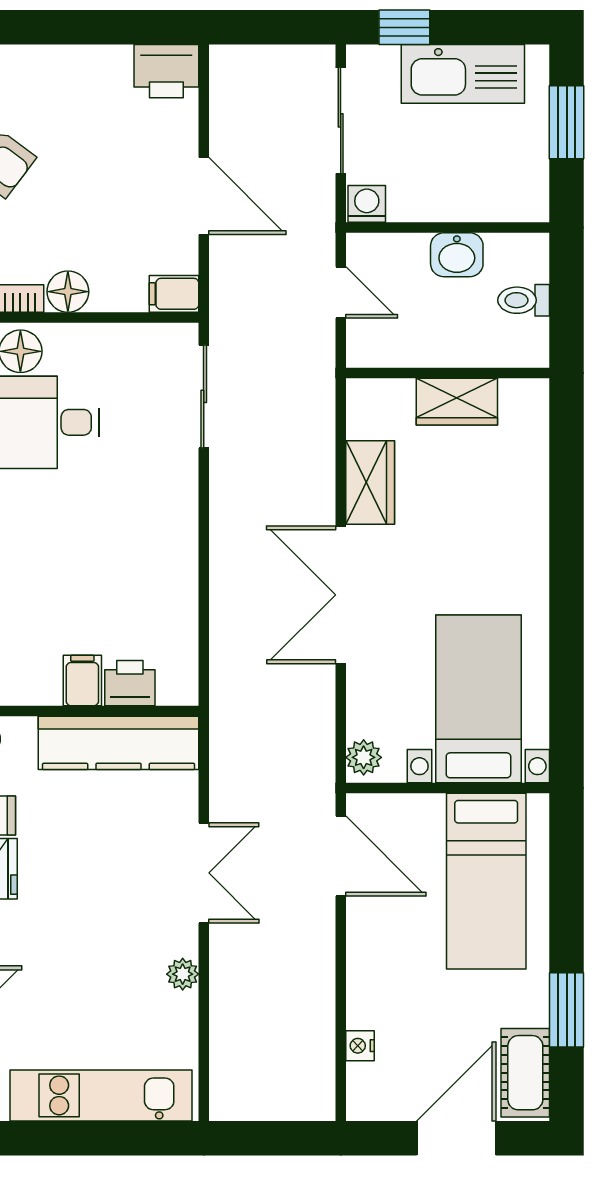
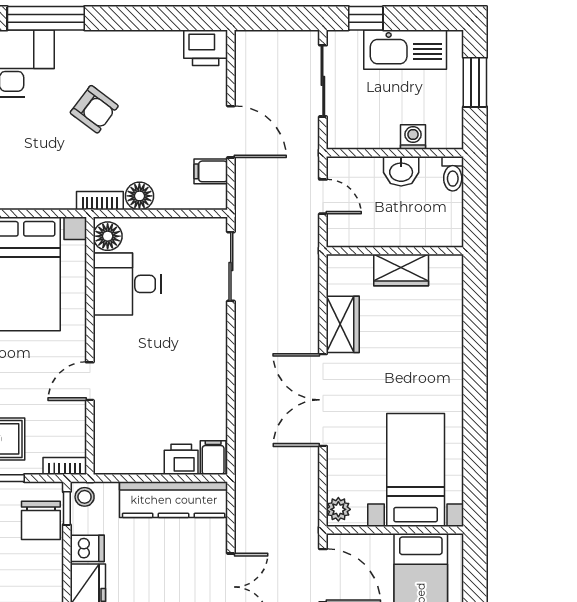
washing machine: (367, 204) -> (413, 137), moved
filing cabinet: (174, 294) -> (211, 171), moved
toilet: (524, 300) -> (453, 174), moved, turned -90
filing cabinet: (82, 681) -> (213, 458), moved

